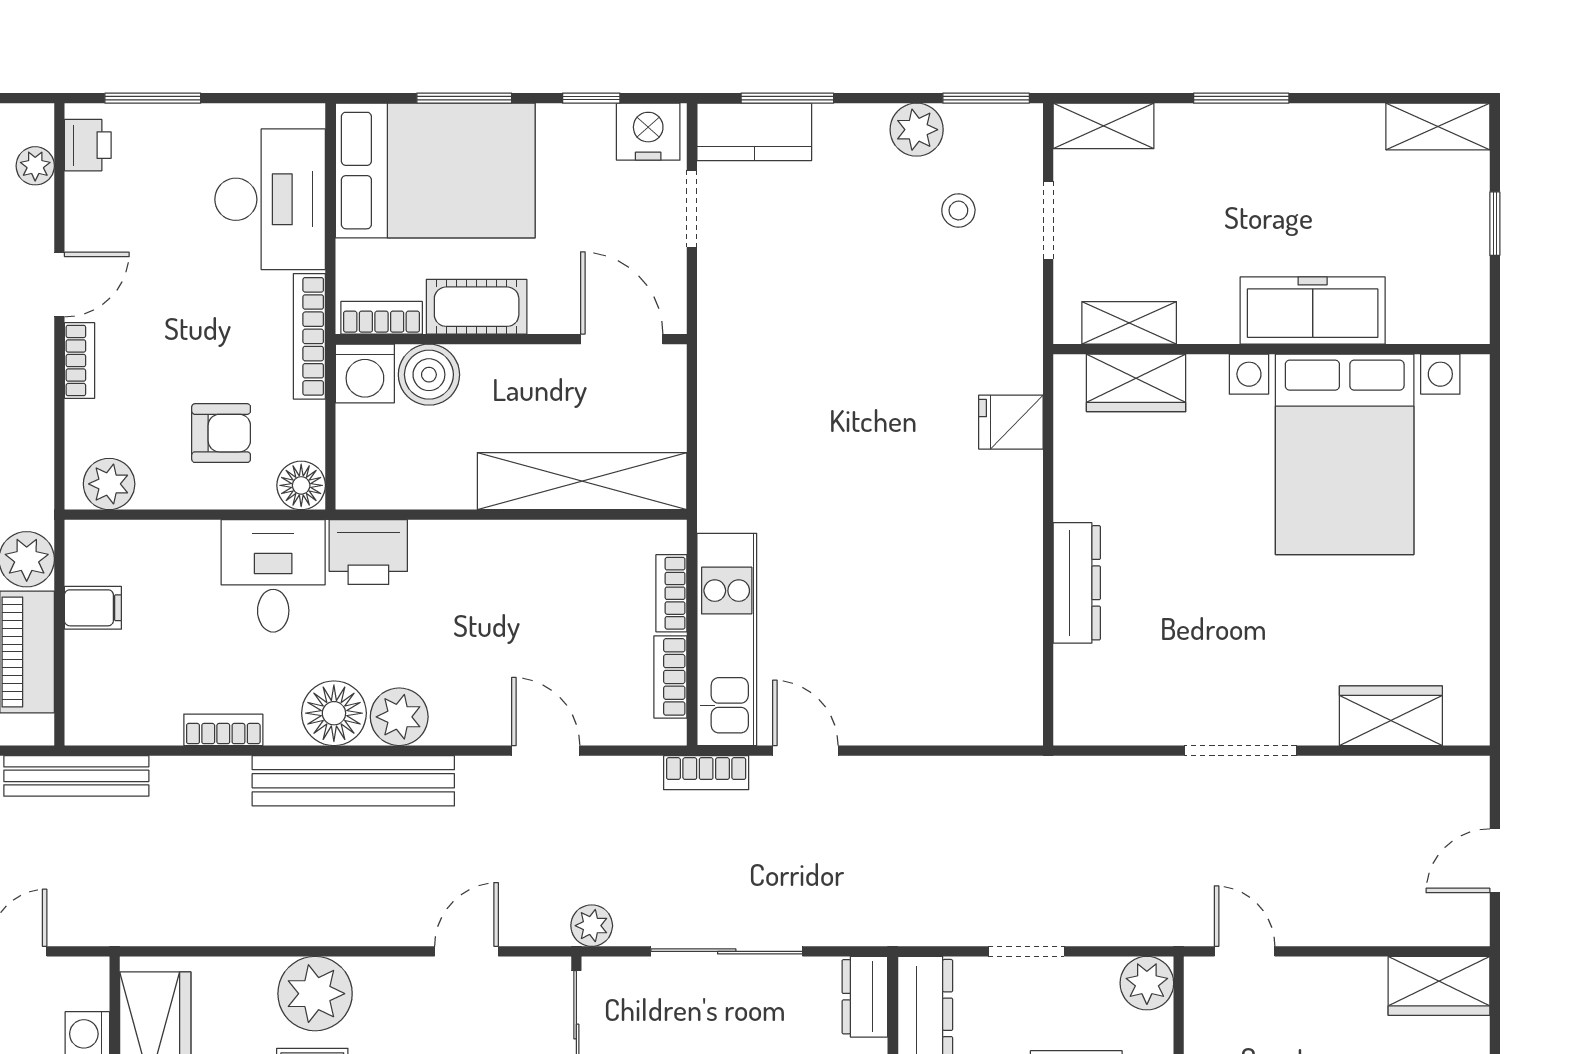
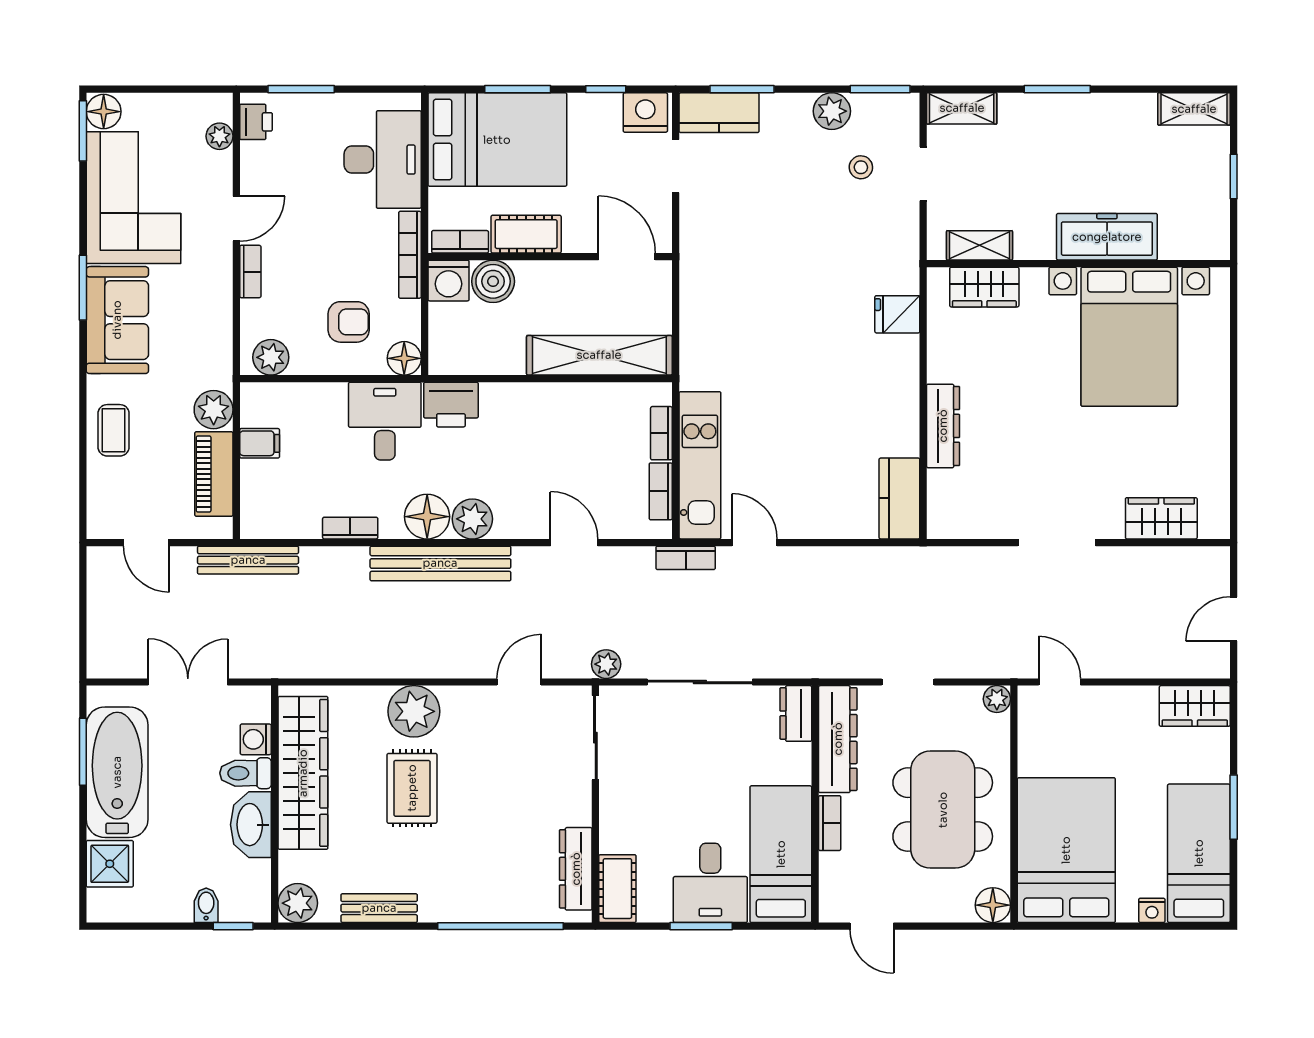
kitchen counter: (1014, 687) -> (899, 498), added
plant: (1147, 983) -> (997, 699), width x0.73, depth x0.73

